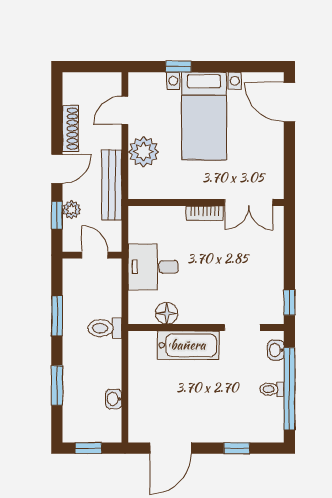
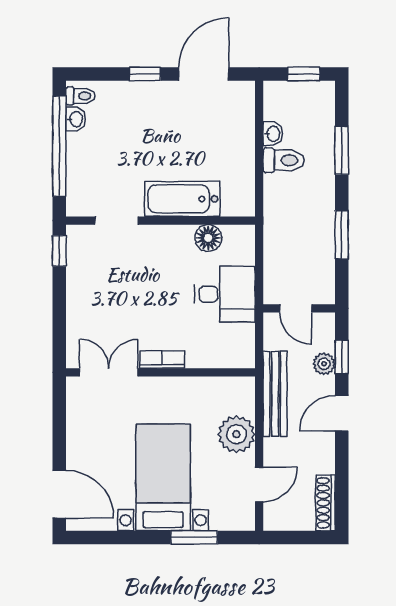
window: (178, 67) -> (194, 538), width x1.50
shoe rack: (70, 129) -> (325, 503), moved
toilet: (105, 328) -> (284, 160), moved
washbasin: (276, 350) -> (76, 119), moved
toilet: (272, 389) -> (81, 96), moved
window: (237, 448) -> (145, 74), moved

